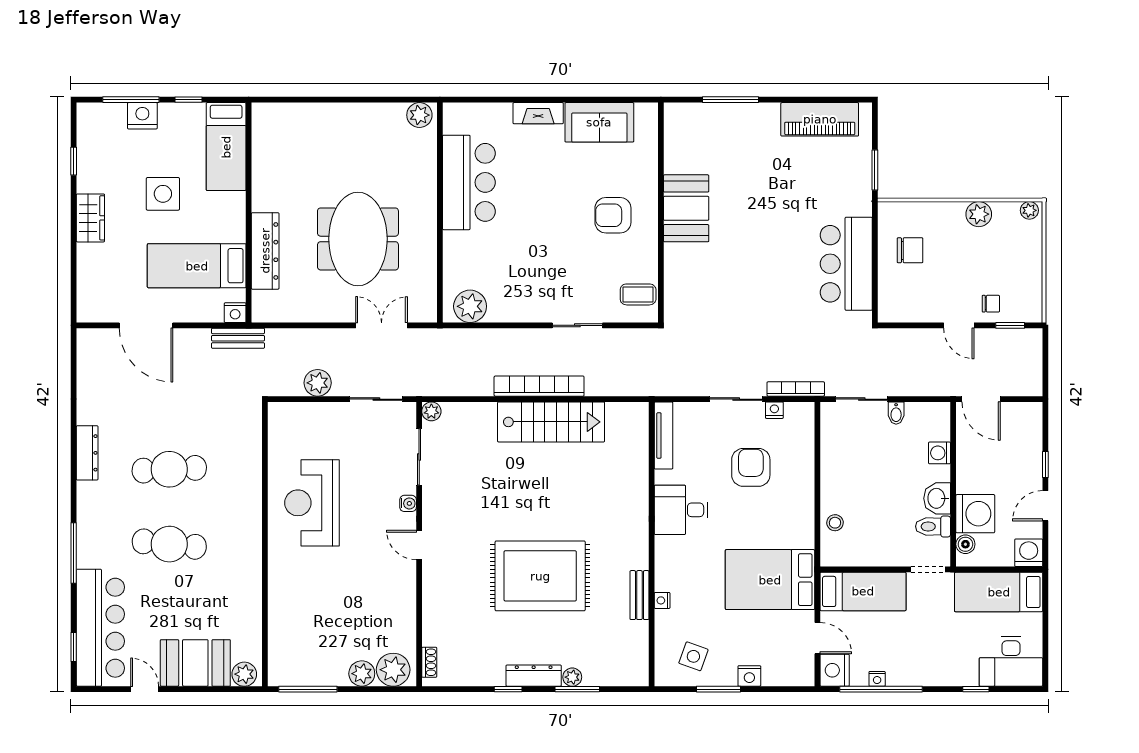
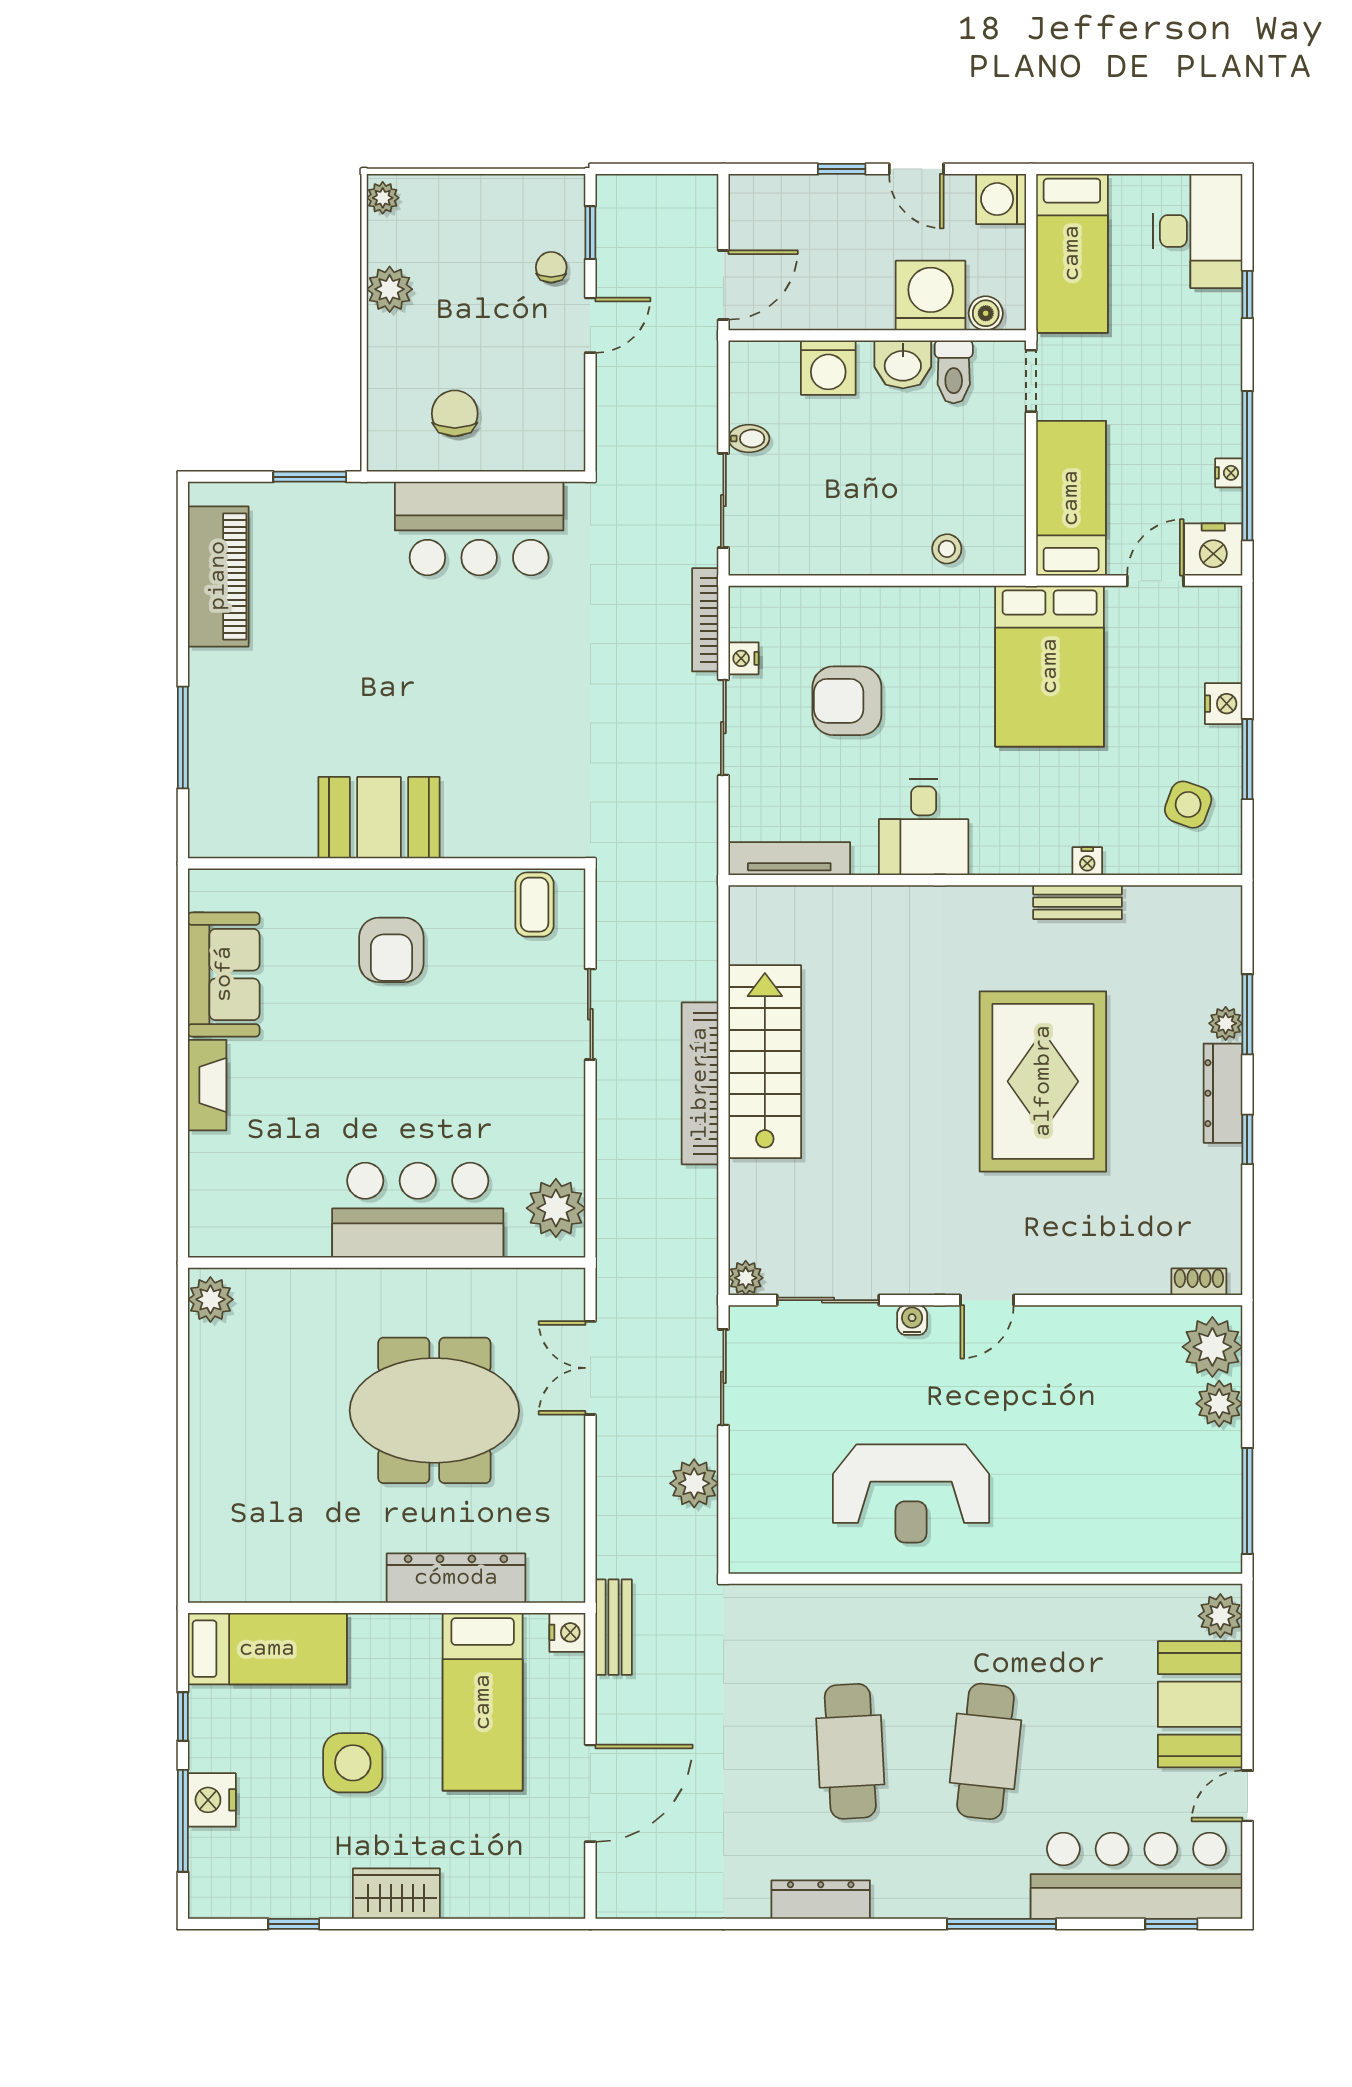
bar counter: (469, 182) -> (418, 1210), moved
washing machine: (940, 453) -> (828, 368), width x1.38, depth x1.38

